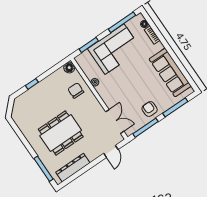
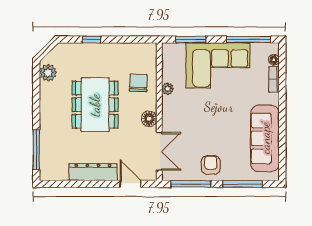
floor lamp: (69, 68) -> (149, 119), moved
plant: (20, 120) -> (48, 73), added
dining table: (61, 133) -> (95, 105), moved, turned 90
door: (111, 151) -> (130, 184), swing flipped
dresser: (73, 168) -> (93, 172), moved

